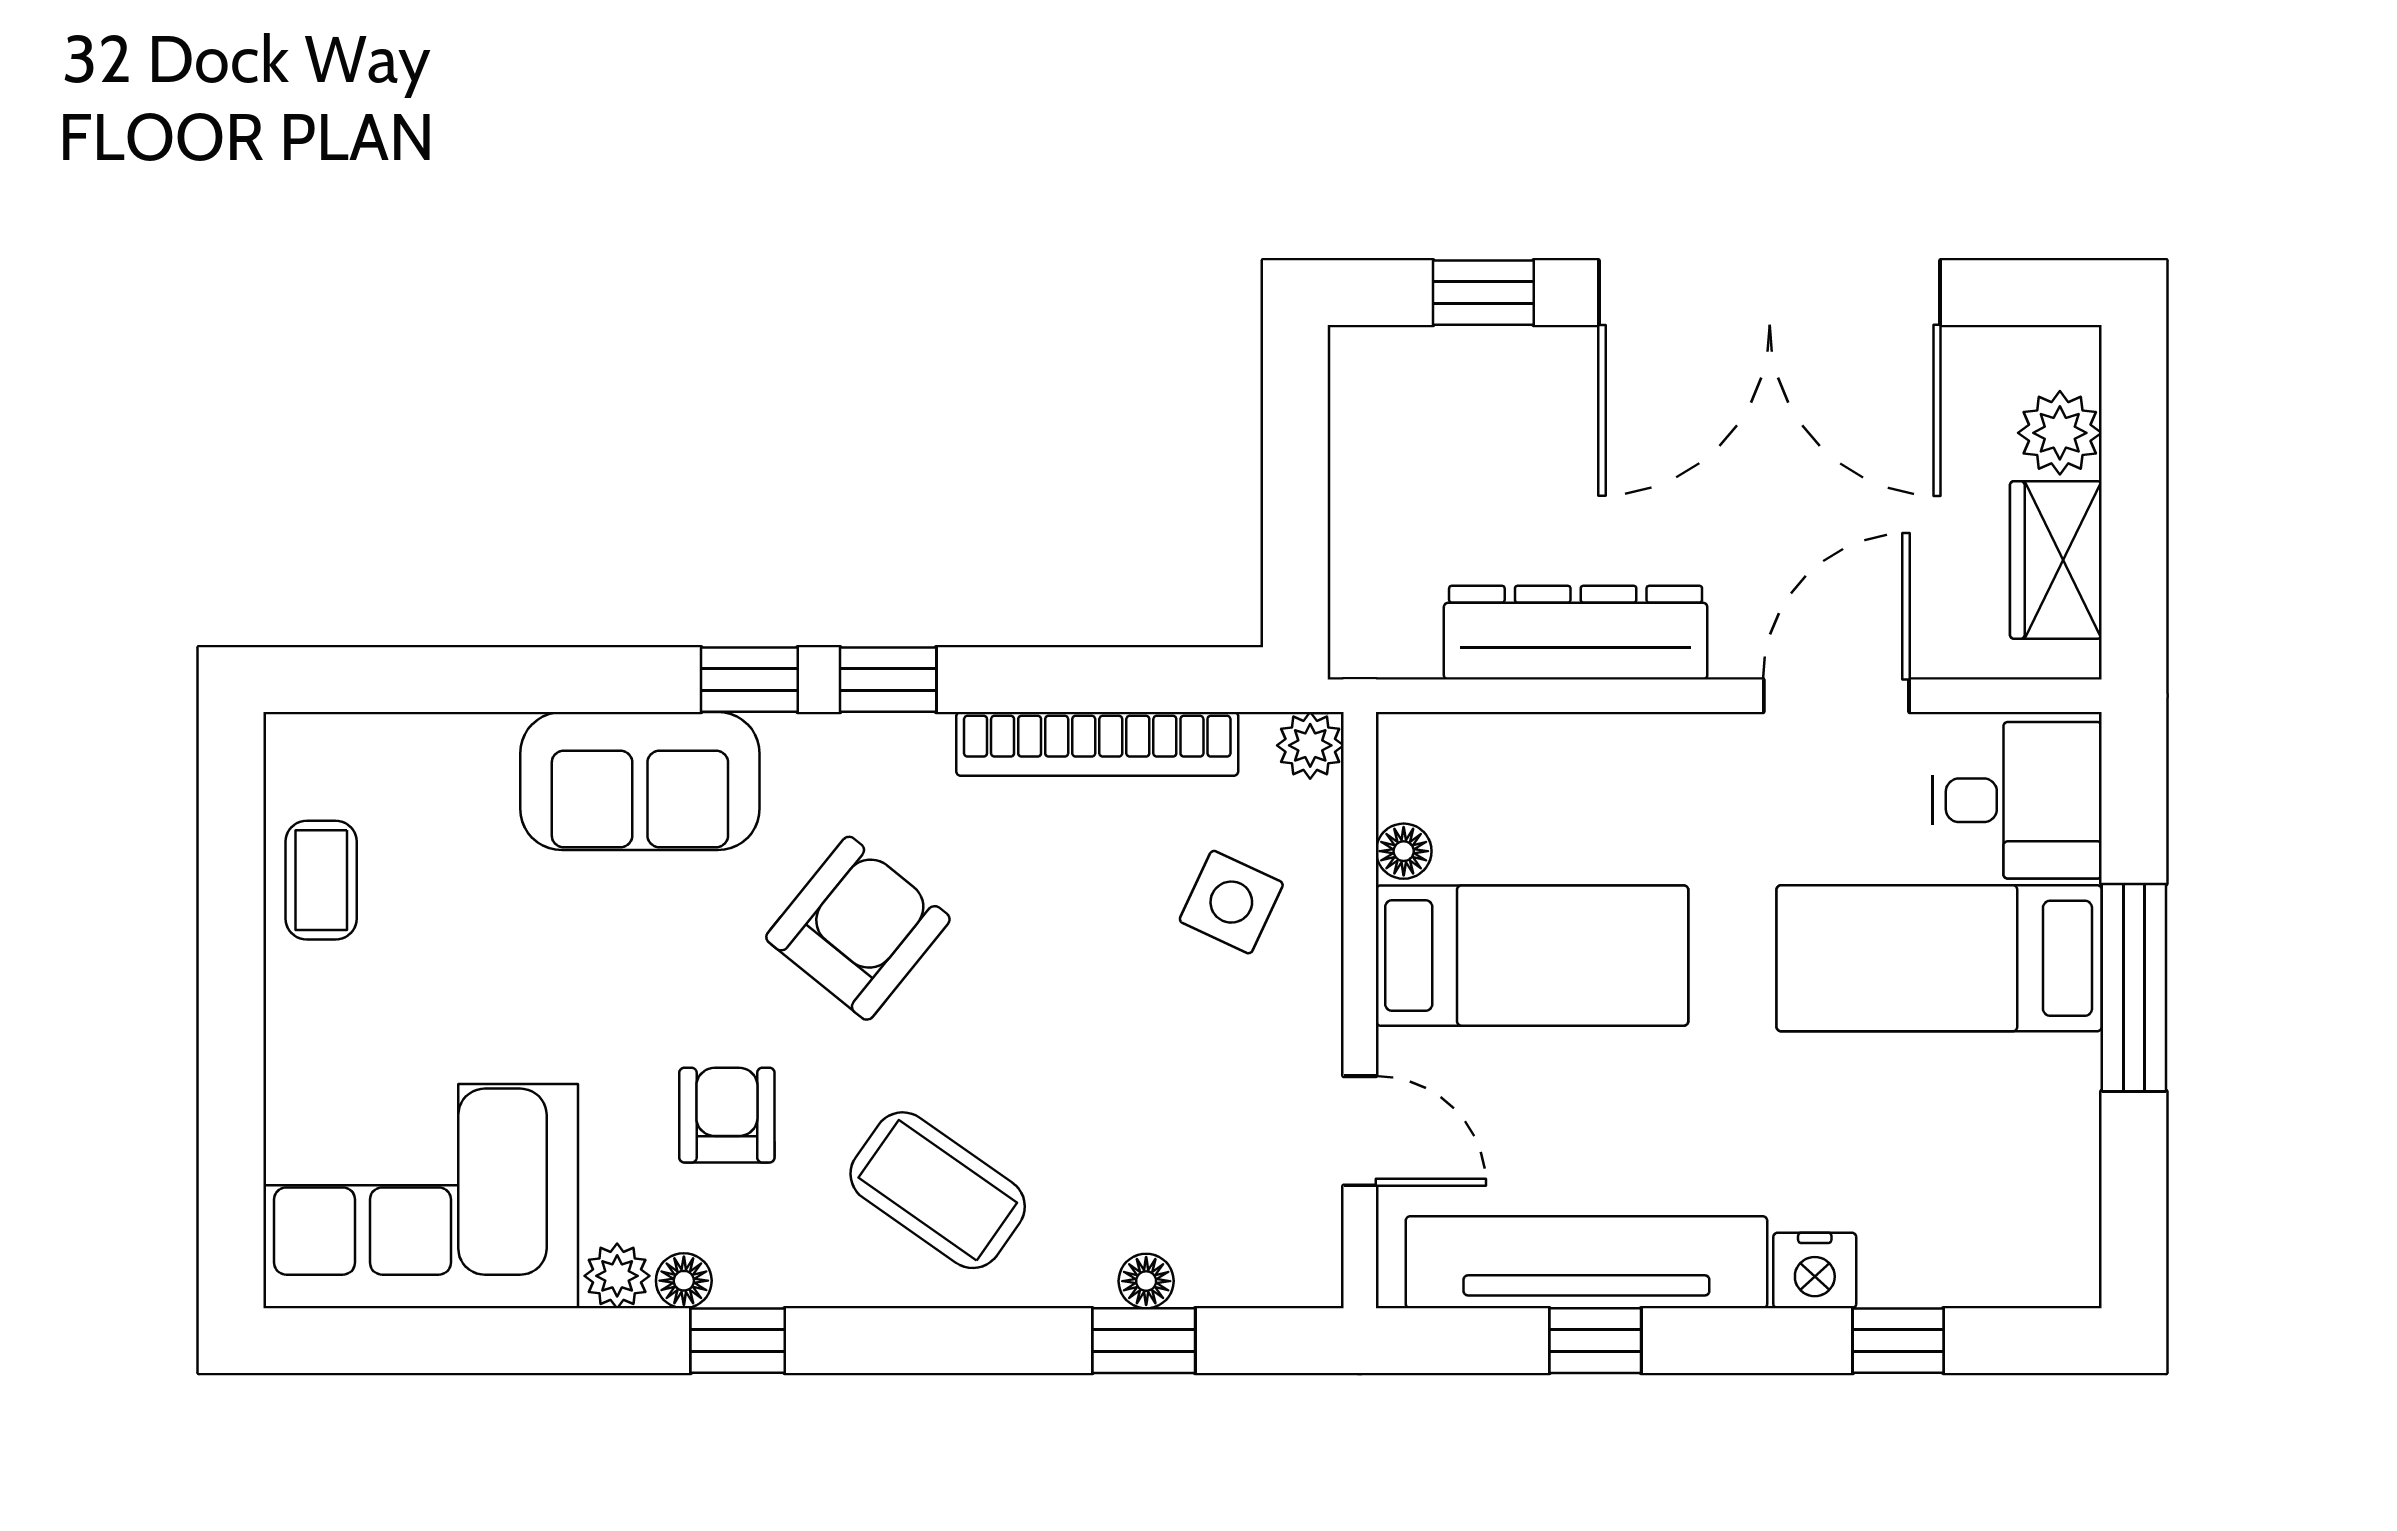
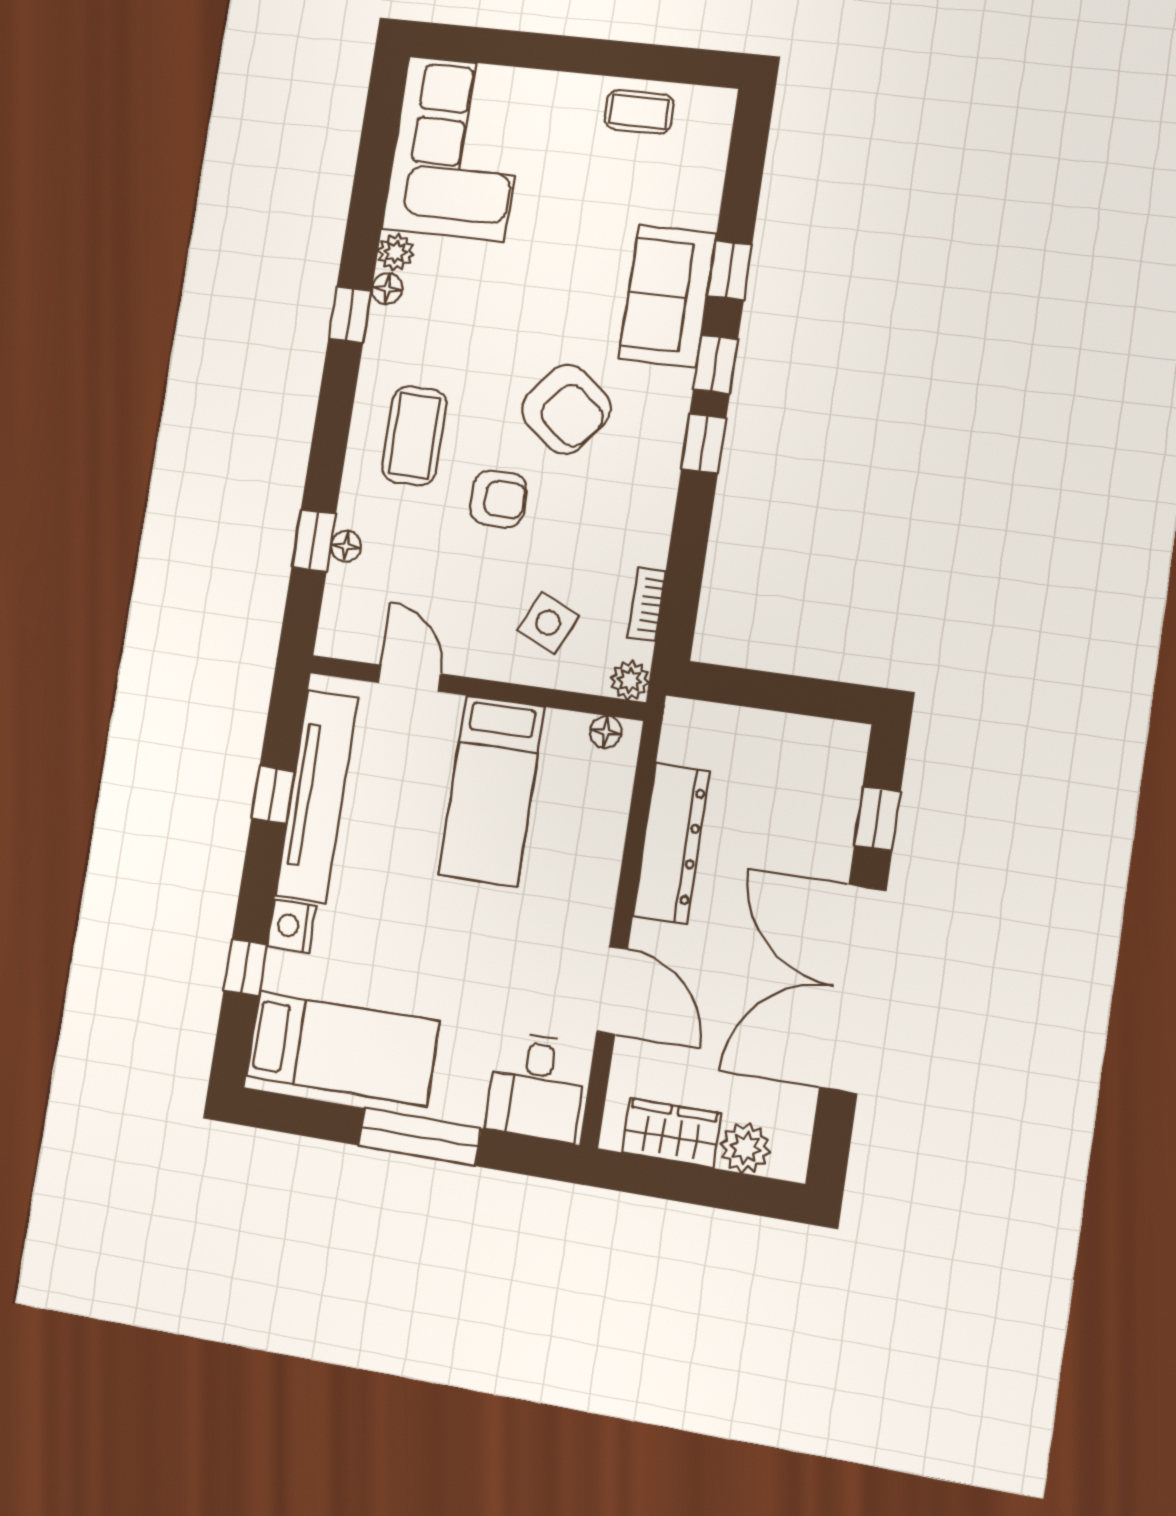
window: (583, 680) -> (730, 270), added
bookcase: (1097, 744) -> (647, 605), width x0.43, depth x0.76
floor lamp: (1404, 851) -> (606, 732), moved
bed: (1939, 958) -> (343, 1049), moved, turned 90
armchair: (727, 1115) -> (498, 499), moved
door: (1360, 1131) -> (409, 678), swing flipped
coffee table: (938, 1190) -> (414, 436), turned -35

